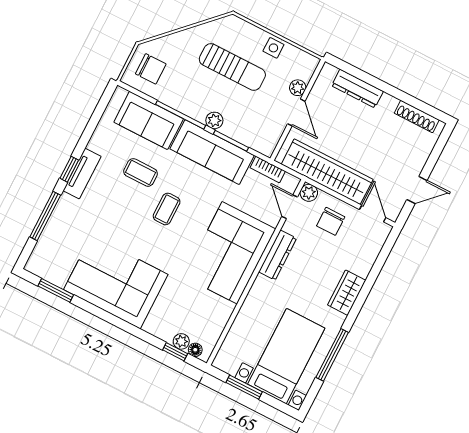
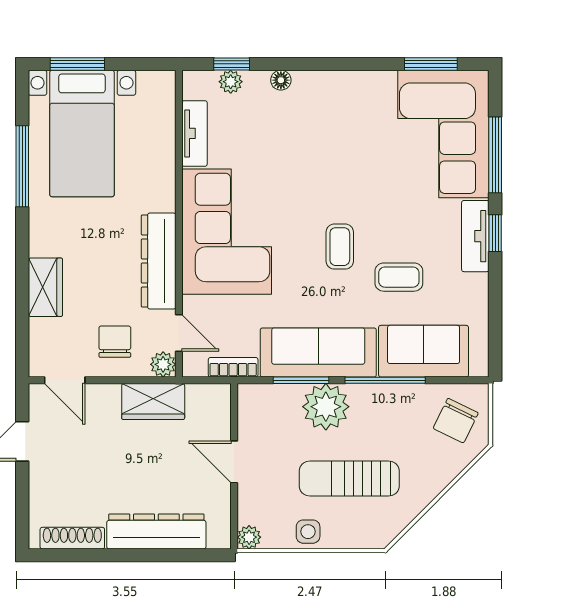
chair: (151, 69) -> (456, 421), turned -64
plant: (298, 88) -> (249, 537), moved
dresser: (357, 89) -> (156, 531), width x1.37, depth x1.24
plant: (214, 120) -> (326, 407), width x1.87, depth x1.87
wardrobe: (327, 172) -> (153, 401), width x0.48, depth x0.85
dresser: (278, 255) -> (159, 261), width x1.37, depth x1.24
corner sofa: (116, 282) -> (443, 134), moved, turned 90
wardrobe: (347, 293) -> (45, 287), moved
tv unit: (219, 322) -> (195, 133), added
floor lamp: (195, 350) -> (281, 80), moved
window: (244, 387) -> (77, 64), moved

